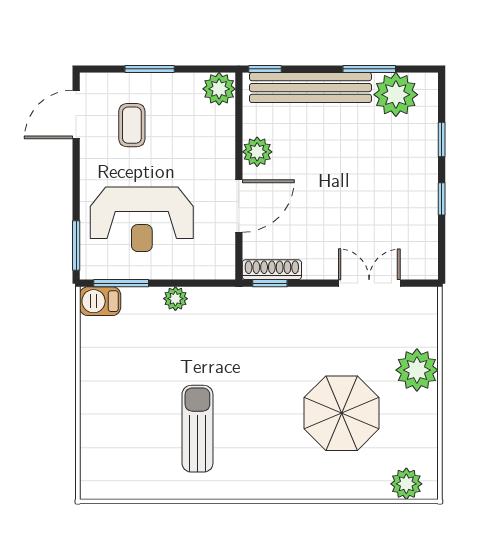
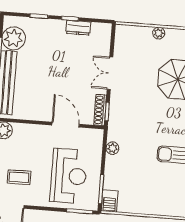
plant: (257, 152) -> (38, 113), removed
dresser: (425, 216) -> (78, 28), added
double door: (369, 283) -> (110, 73), moved
plant: (175, 299) -> (112, 148), moved
plant: (417, 370) -> (159, 33), width x0.53, depth x0.53

